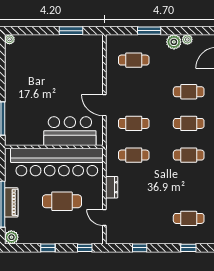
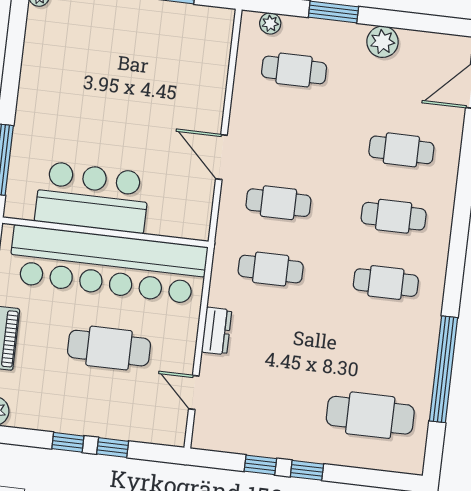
plant: (187, 39) -> (270, 23), moved
bar counter: (70, 131) -> (92, 197), moved
cafe table: (189, 218) -> (370, 415), width x1.37, depth x1.35
window: (85, 248) -> (113, 448), moved
window: (188, 248) -> (307, 470), moved

